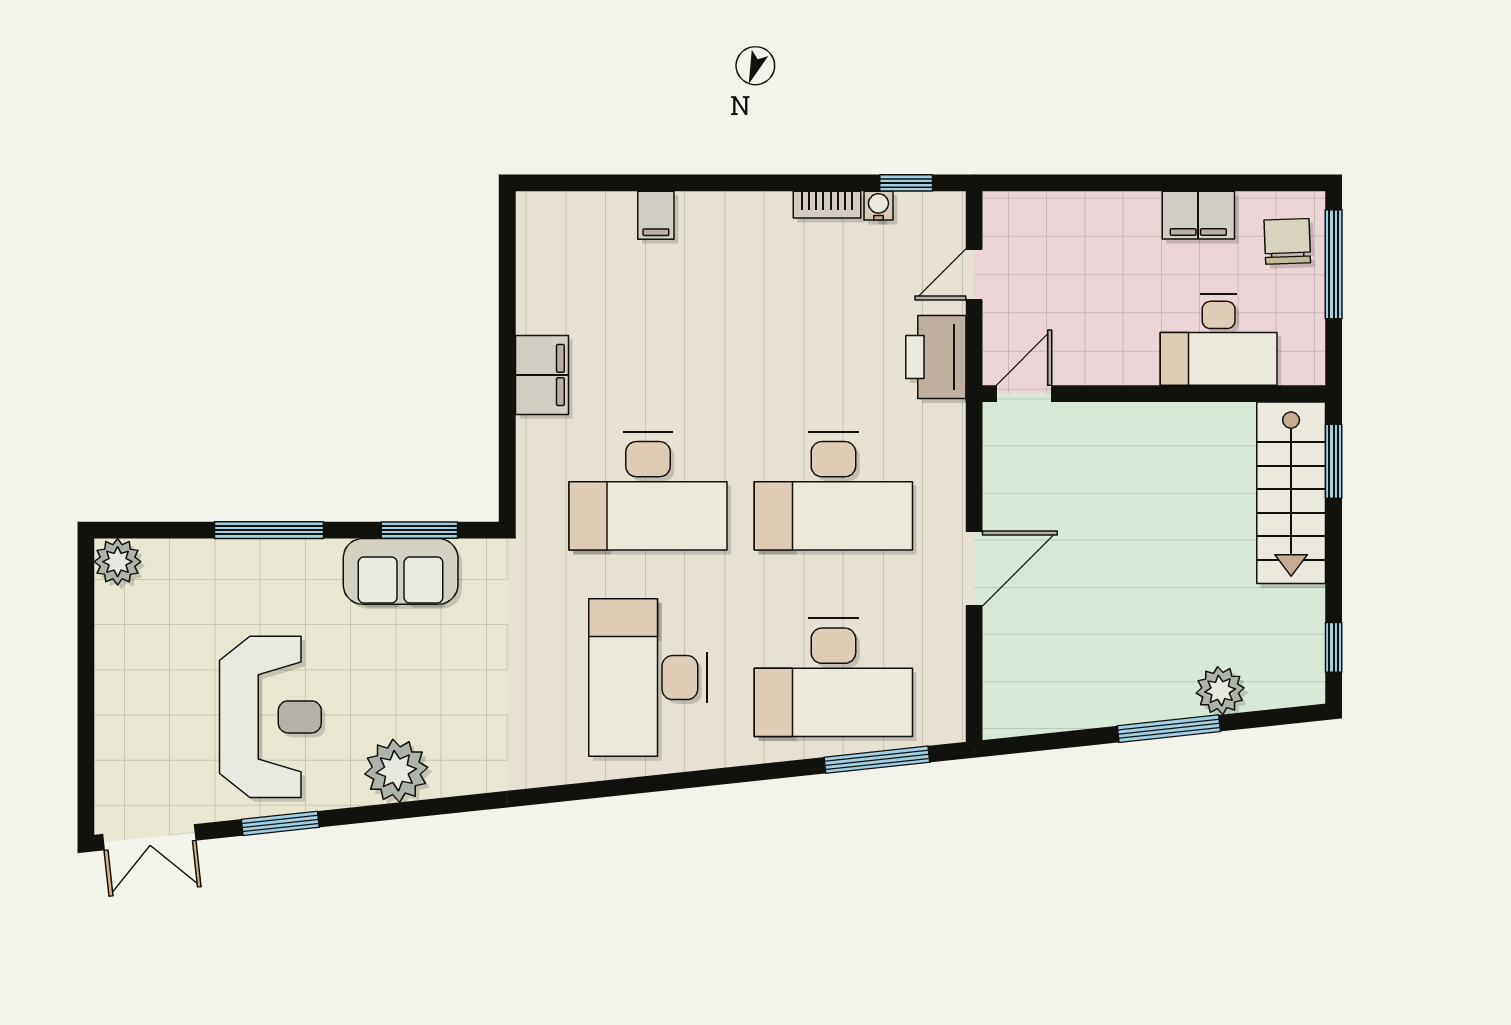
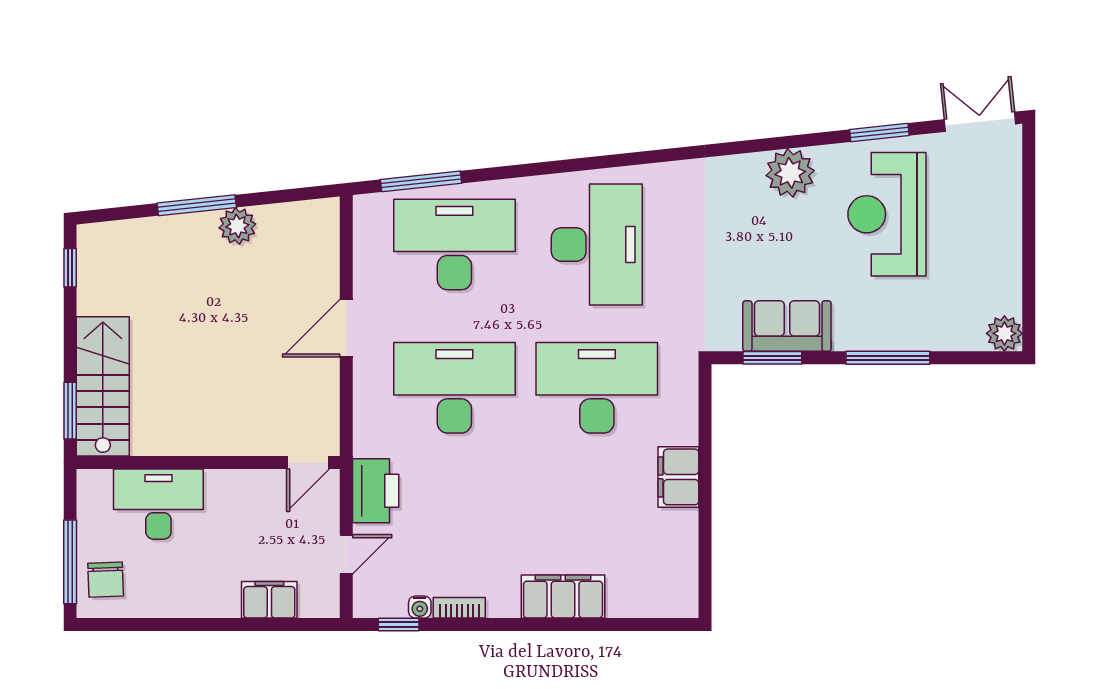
filing cabinet: (656, 215) -> (563, 597), width x3.00, depth x1.17
filing cabinet: (1198, 215) -> (269, 600), moved
plant: (1220, 691) -> (237, 226), moved

